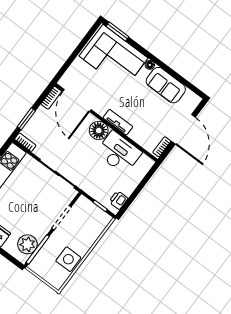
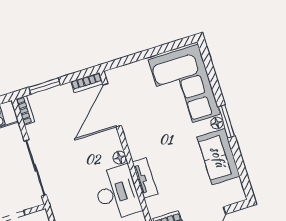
window: (117, 32) -> (226, 121), moved
tv unit: (118, 122) -> (145, 178), moved
floor lamp: (99, 131) -> (120, 158), width x0.53, depth x0.53

